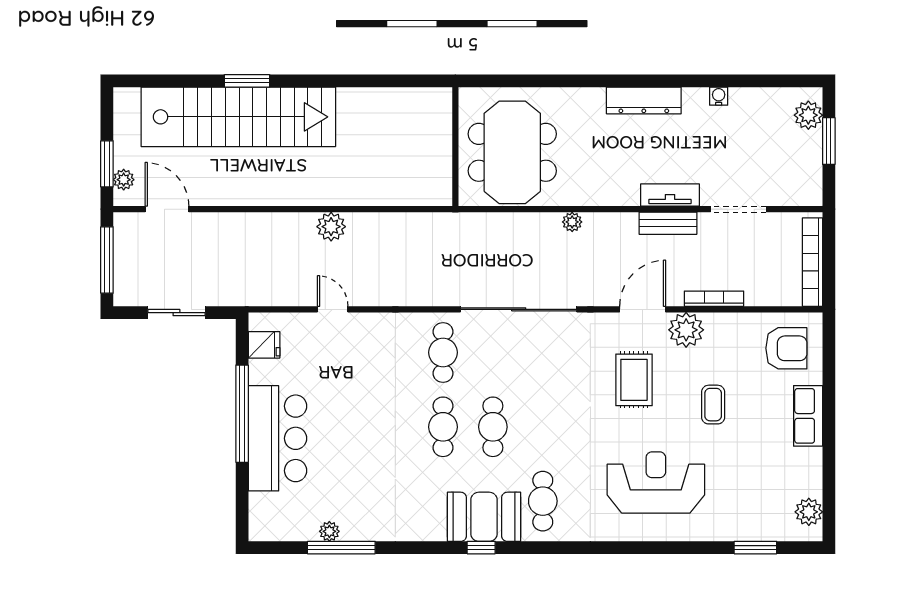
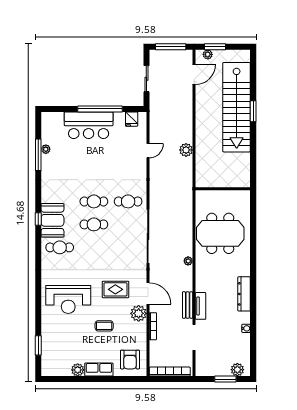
wall: (455, 147) -> (223, 189), moved
reception desk: (656, 483) -> (68, 299), turned 90
plant: (809, 512) -> (78, 370), moved

